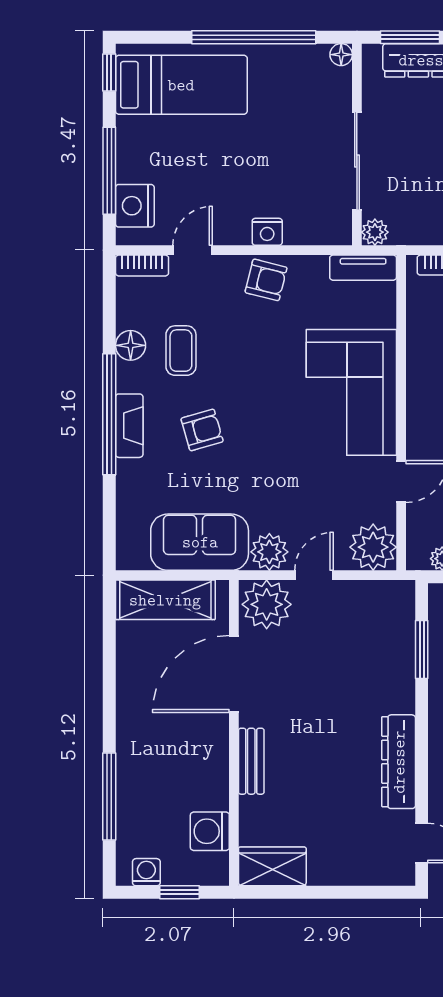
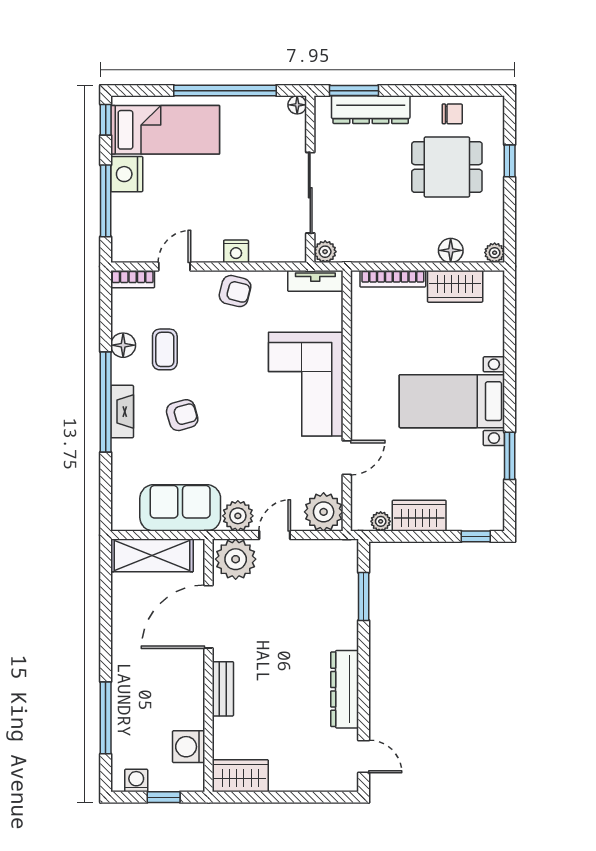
nightstand: (135, 206) -> (127, 174), moved

